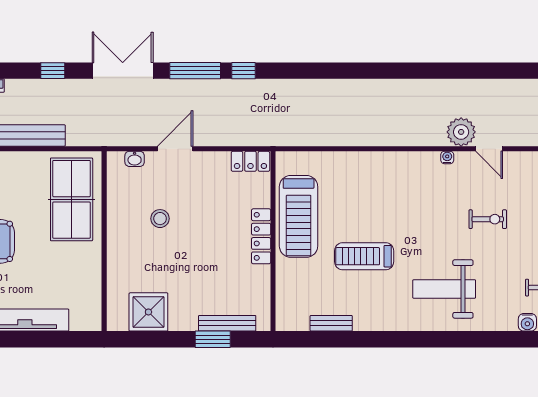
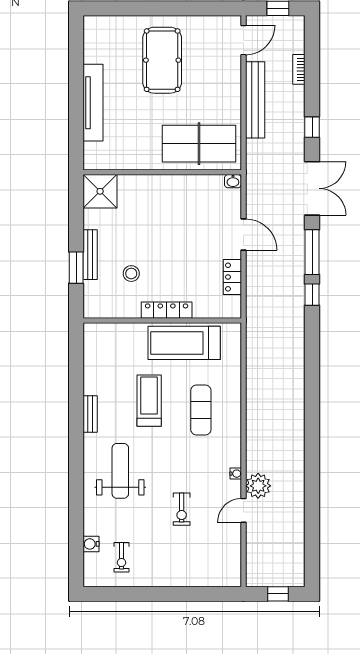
washbasin: (135, 159) -> (233, 181), moved, turned -90
locker: (250, 161) -> (232, 277), moved
exercise mat: (375, 197) -> (201, 410), added
stool: (160, 219) -> (131, 274), moved
shower: (148, 312) -> (100, 191), moved
bench: (227, 323) -> (90, 255), moved
bench: (331, 323) -> (90, 414), moved

